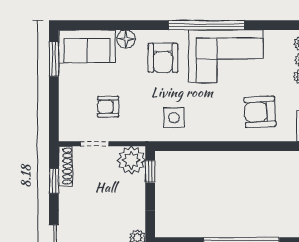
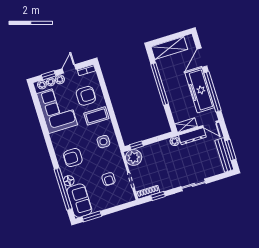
window: (206, 25) -> (63, 189), moved
corner sofa: (226, 56) -> (57, 109), moved
armchair: (163, 58) -> (73, 158), turned 180
armchair: (260, 112) -> (86, 96), turned -87
coffee table: (221, 119) -> (96, 116), added

